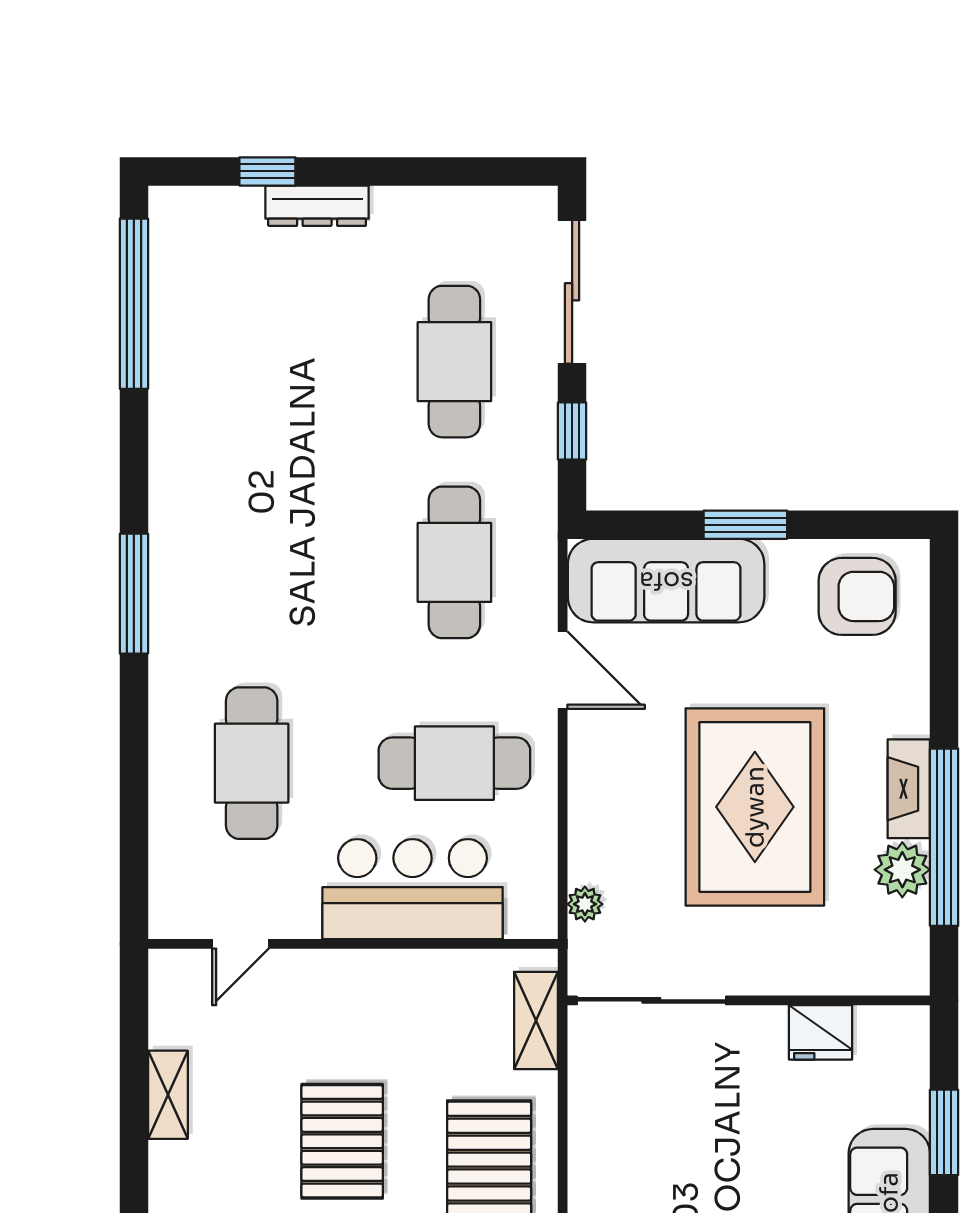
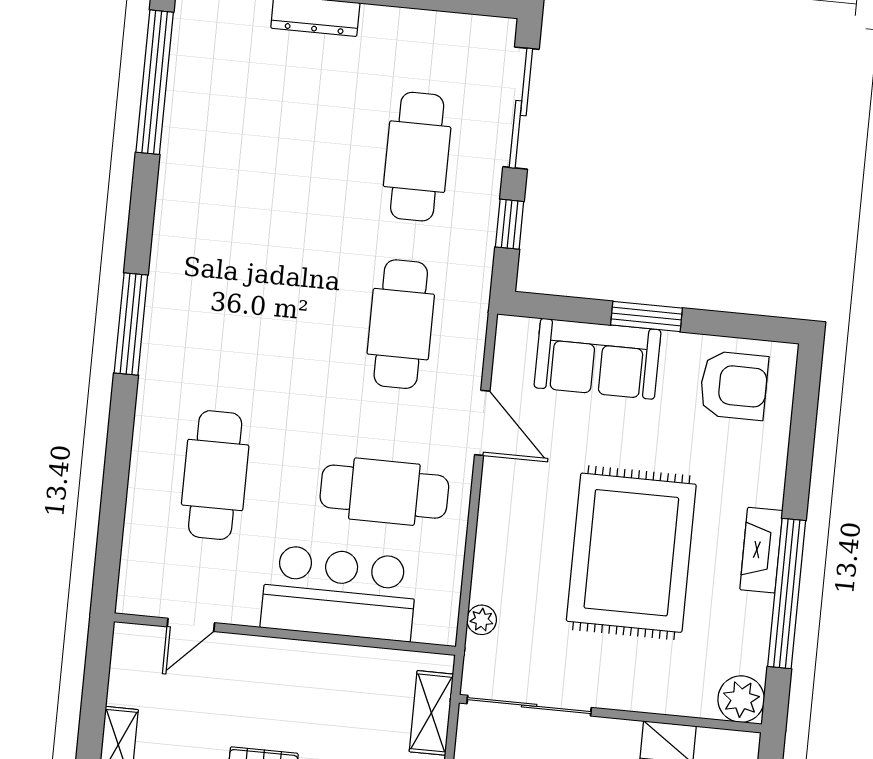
sofa: (666, 581) -> (597, 359), width x0.73
plant: (902, 870) -> (741, 699), moved

